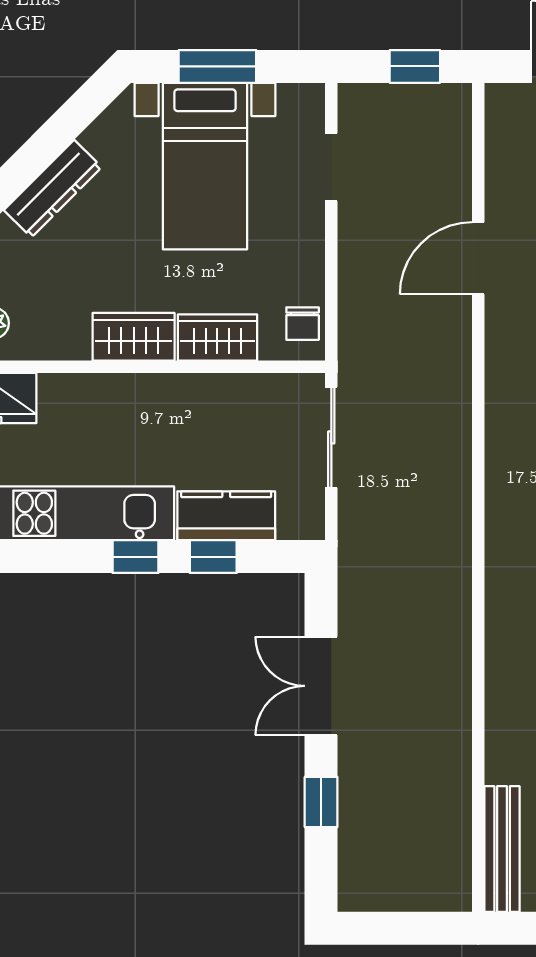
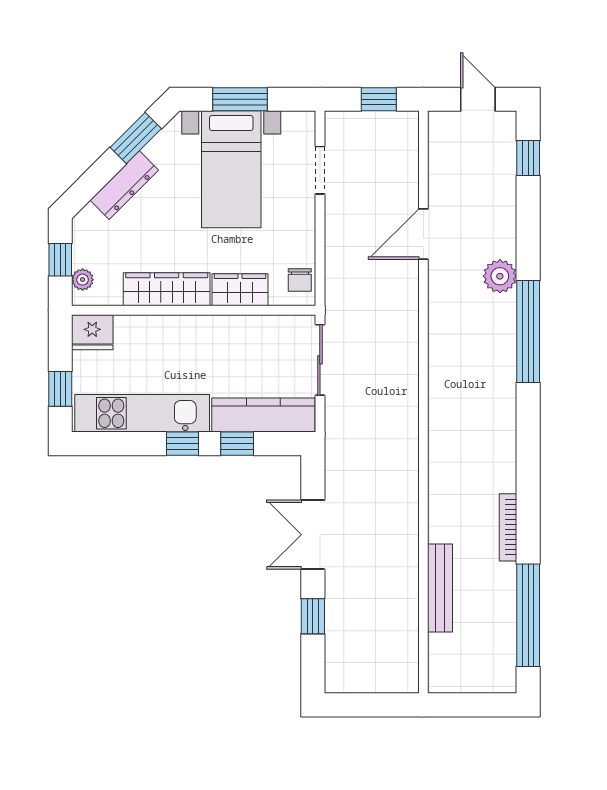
window: (69, 122) -> (136, 138), added
wardrobe: (134, 337) -> (167, 289), width x1.50
kitchen counter: (226, 516) -> (263, 415), width x1.50
bench: (502, 849) -> (440, 588), moved

